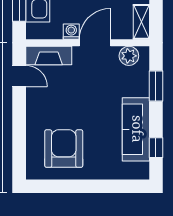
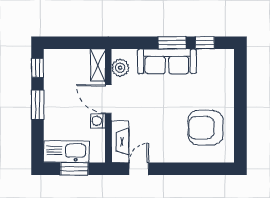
shelving: (141, 22) -> (98, 65), moved, turned 90
window: (156, 86) -> (172, 43), moved
sofa: (136, 129) -> (167, 61), moved

